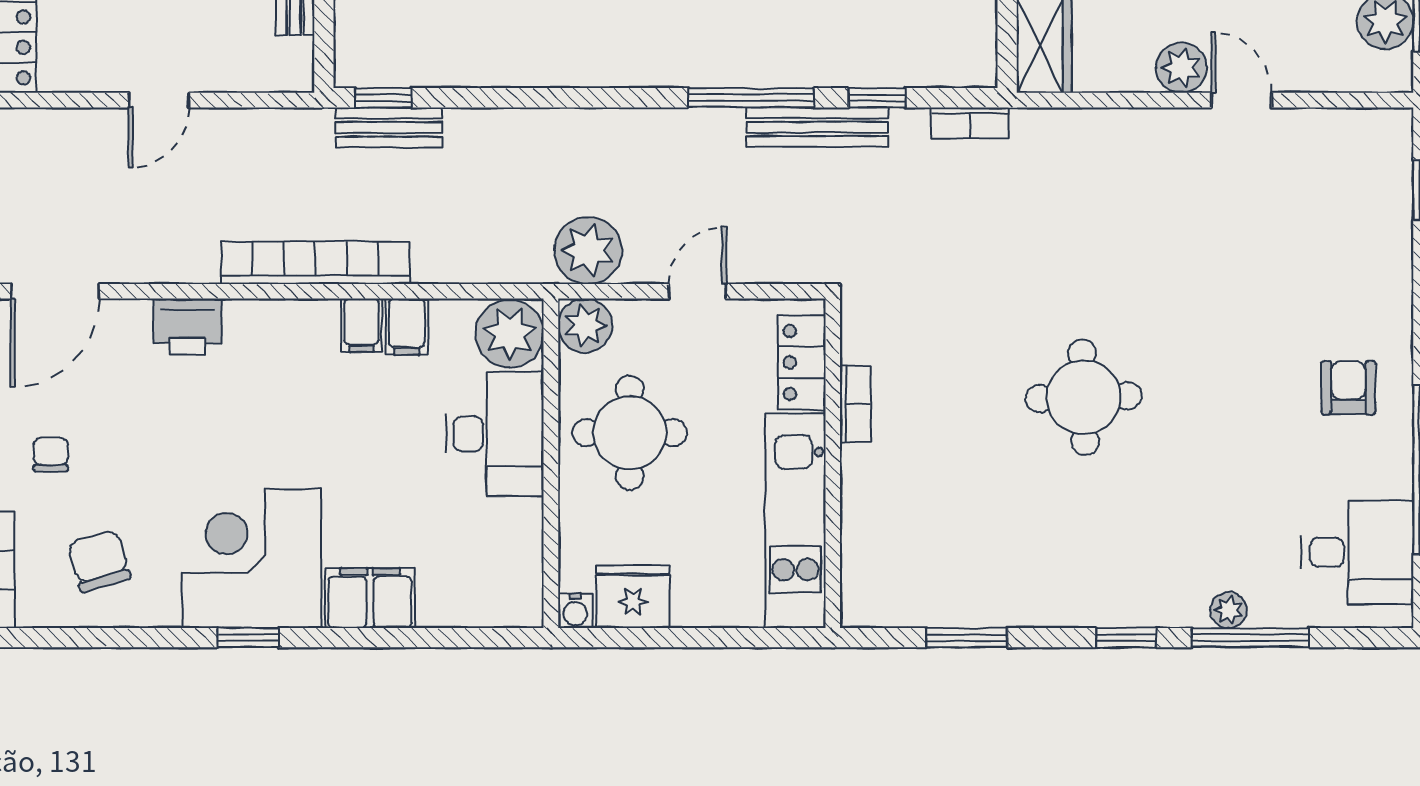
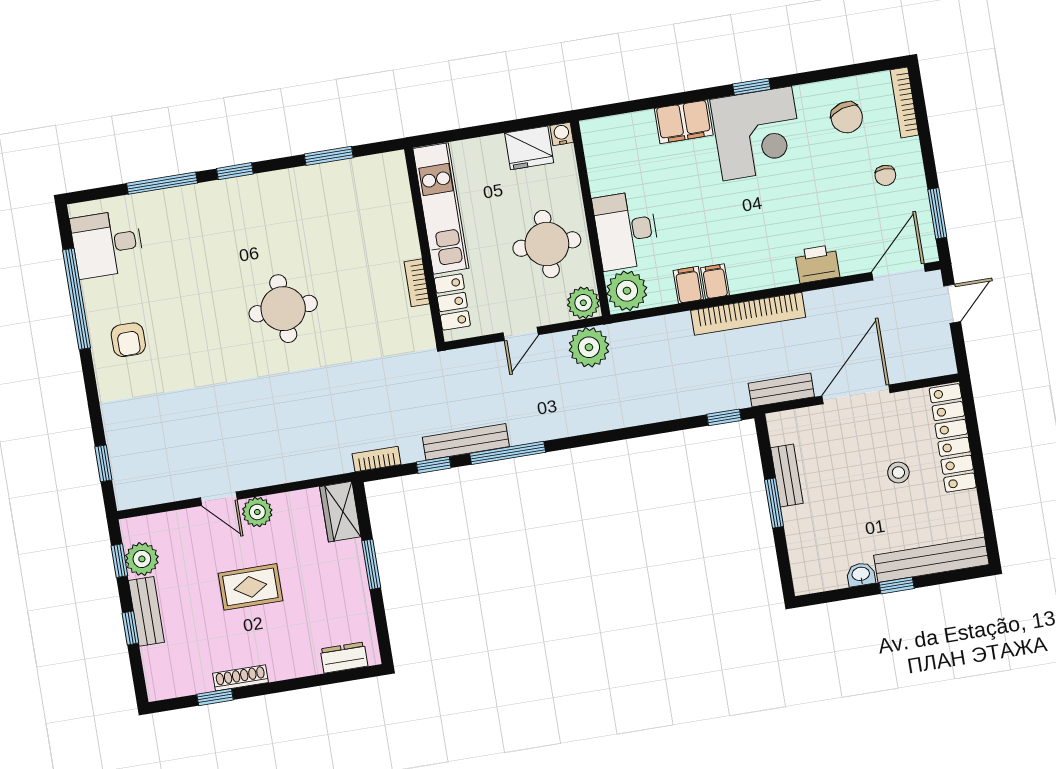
door: (159, 100) -> (856, 394), width x1.87
bench: (389, 128) -> (781, 390), moved
plant: (1229, 610) -> (177, 197), removed

